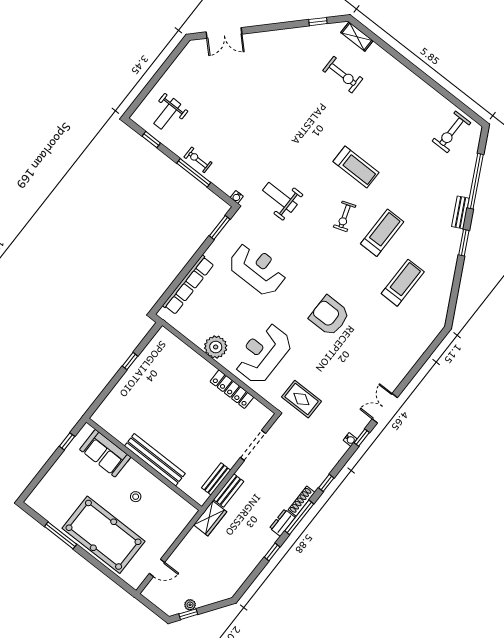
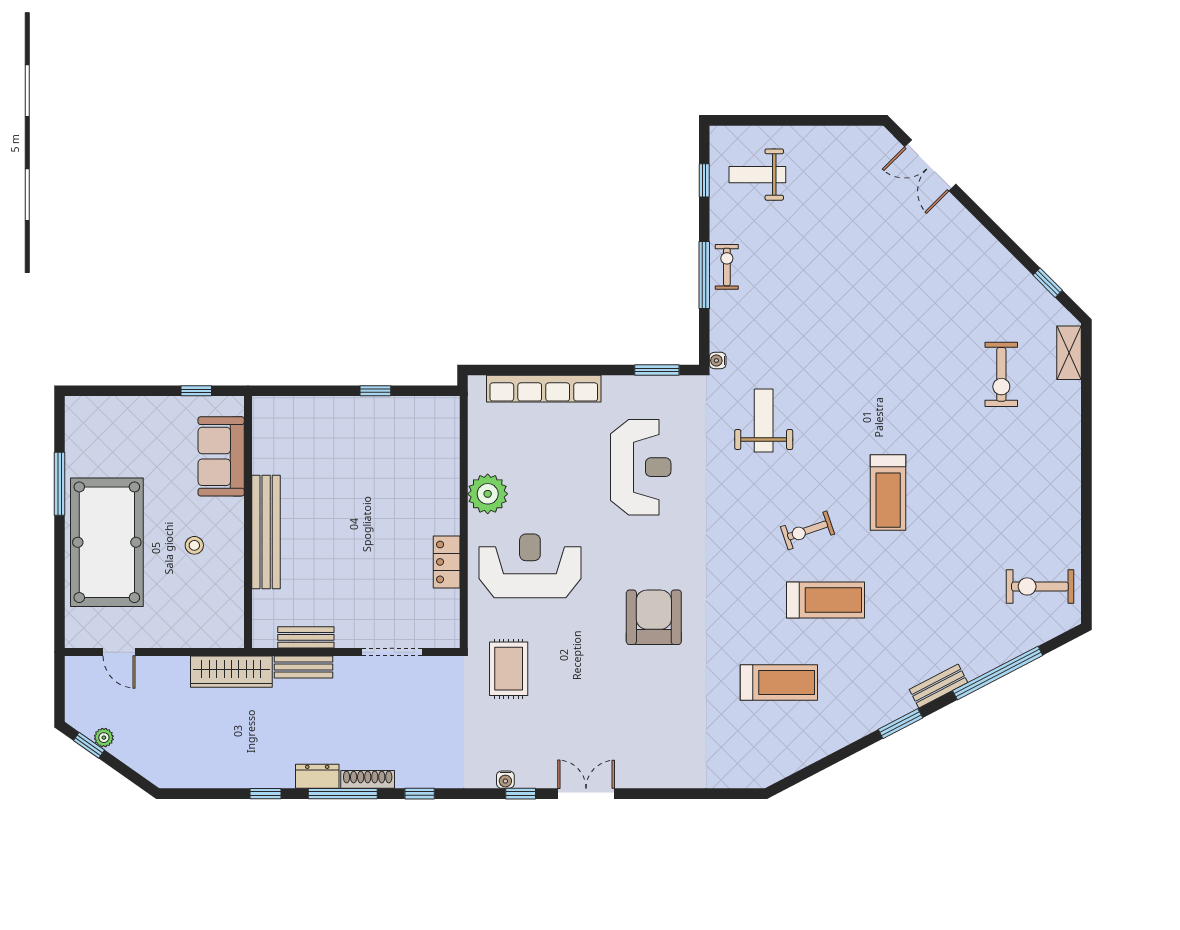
locker: (232, 389) -> (447, 562), width x0.66
wardrobe: (210, 518) -> (231, 672), width x1.50

